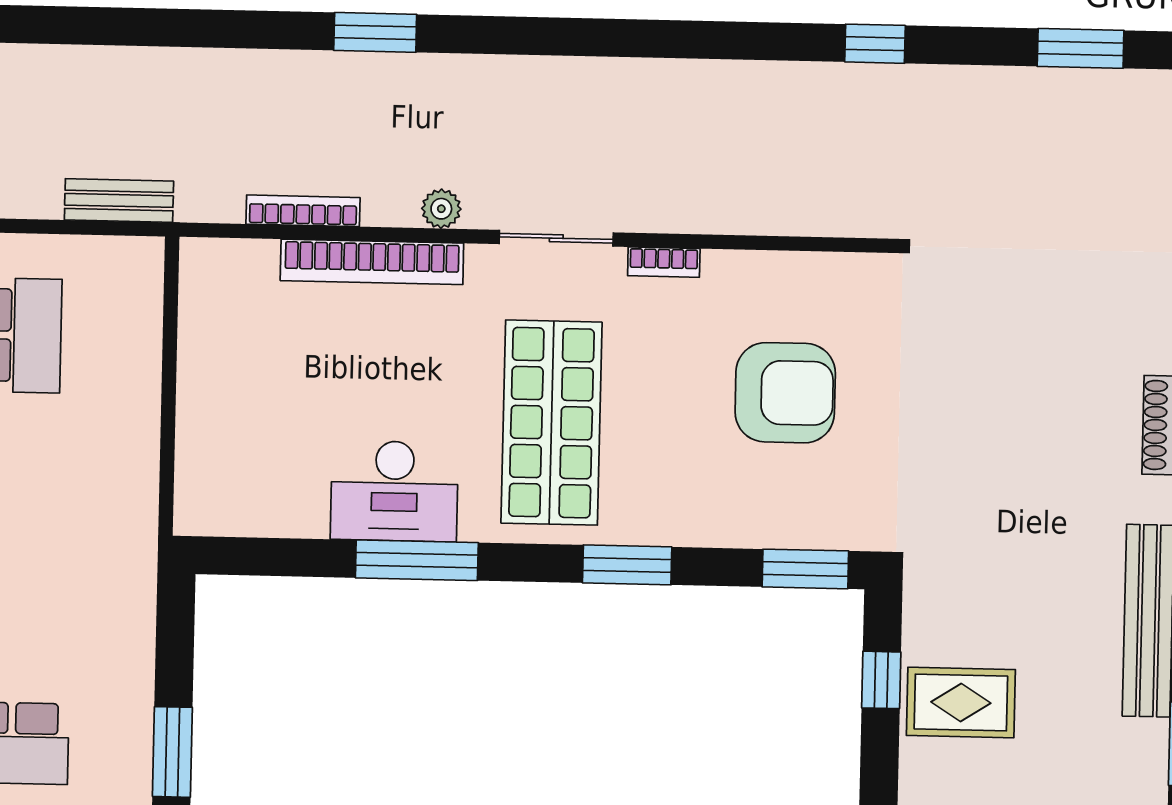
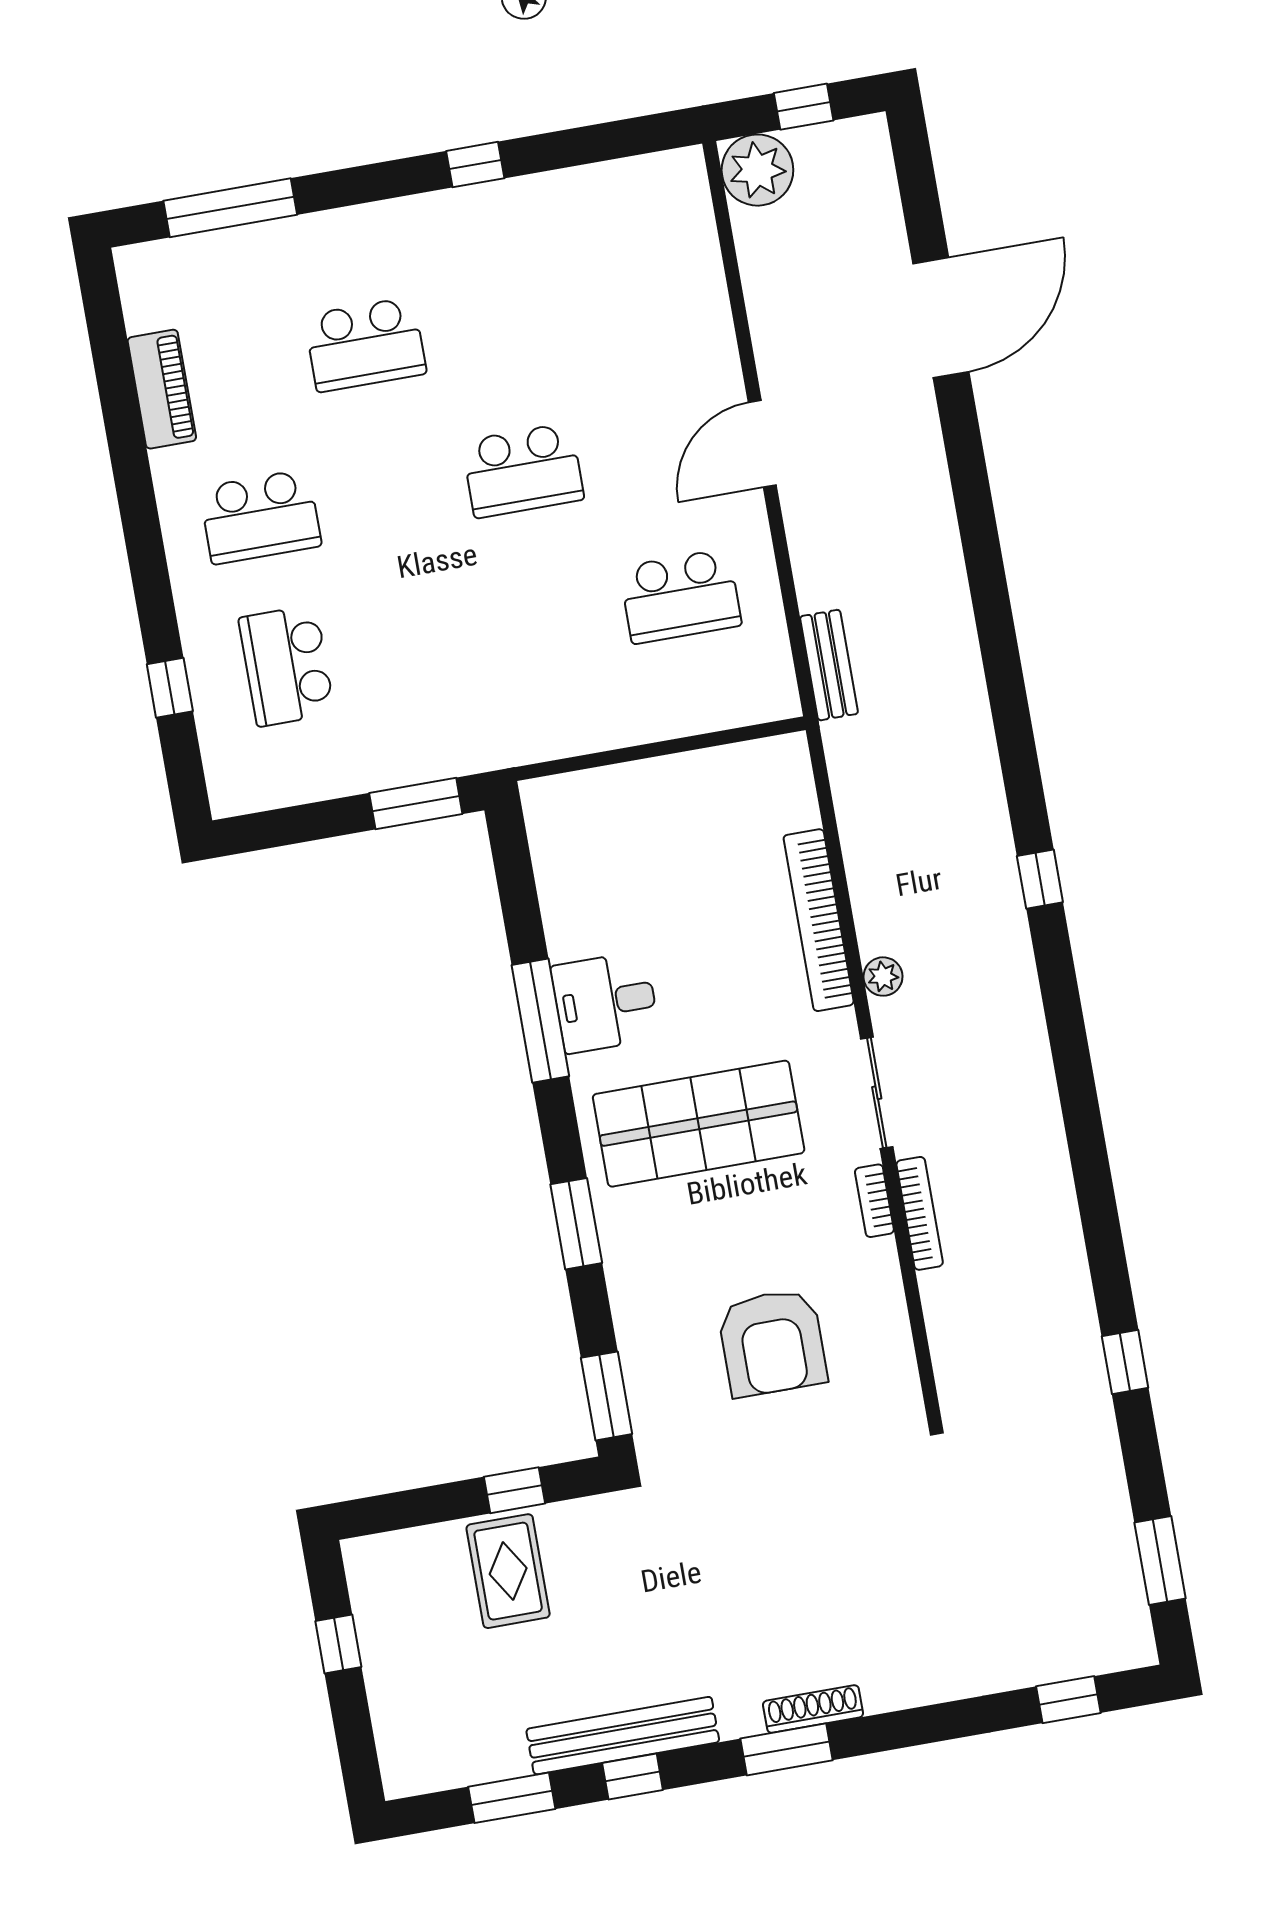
window: (375, 32) -> (1040, 879), width x0.67
bookcase: (303, 211) -> (920, 1213), moved
desk: (394, 491) -> (605, 1002), width x0.73
window: (172, 752) -> (416, 804), moved

